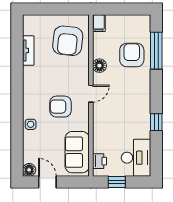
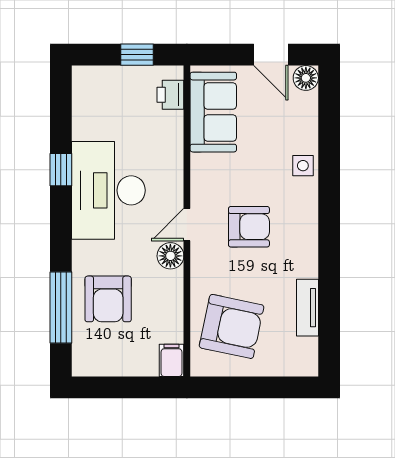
armchair: (68, 41) -> (232, 326), turned 96
floor lamp: (99, 66) -> (170, 256), moved
armchair: (60, 107) -> (249, 227), moved
desk: (136, 158) -> (108, 190), moved, width x1.36, depth x1.30

